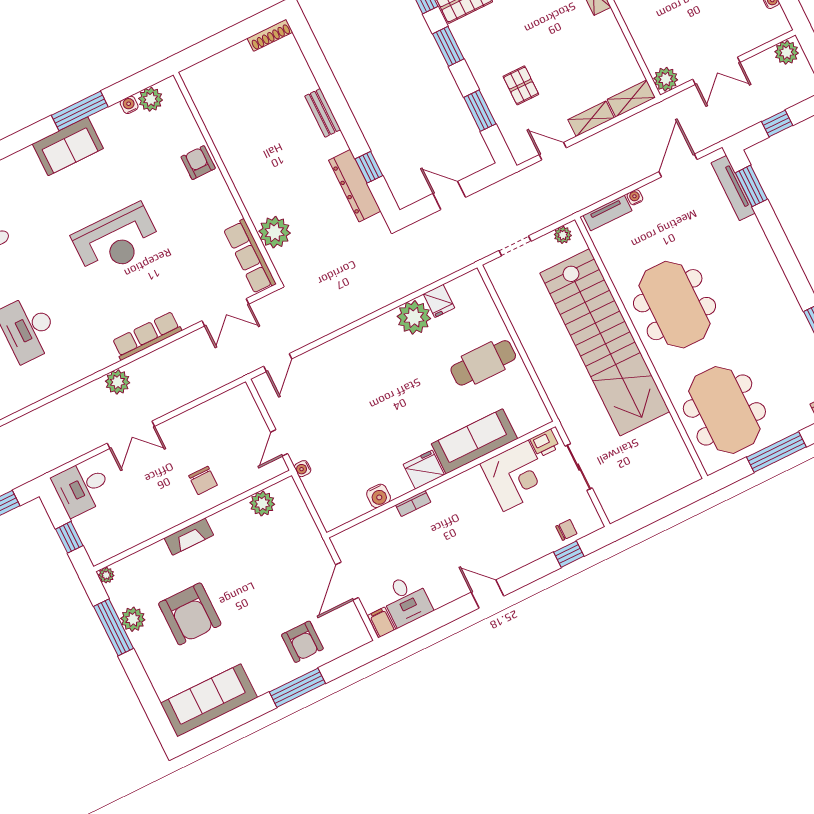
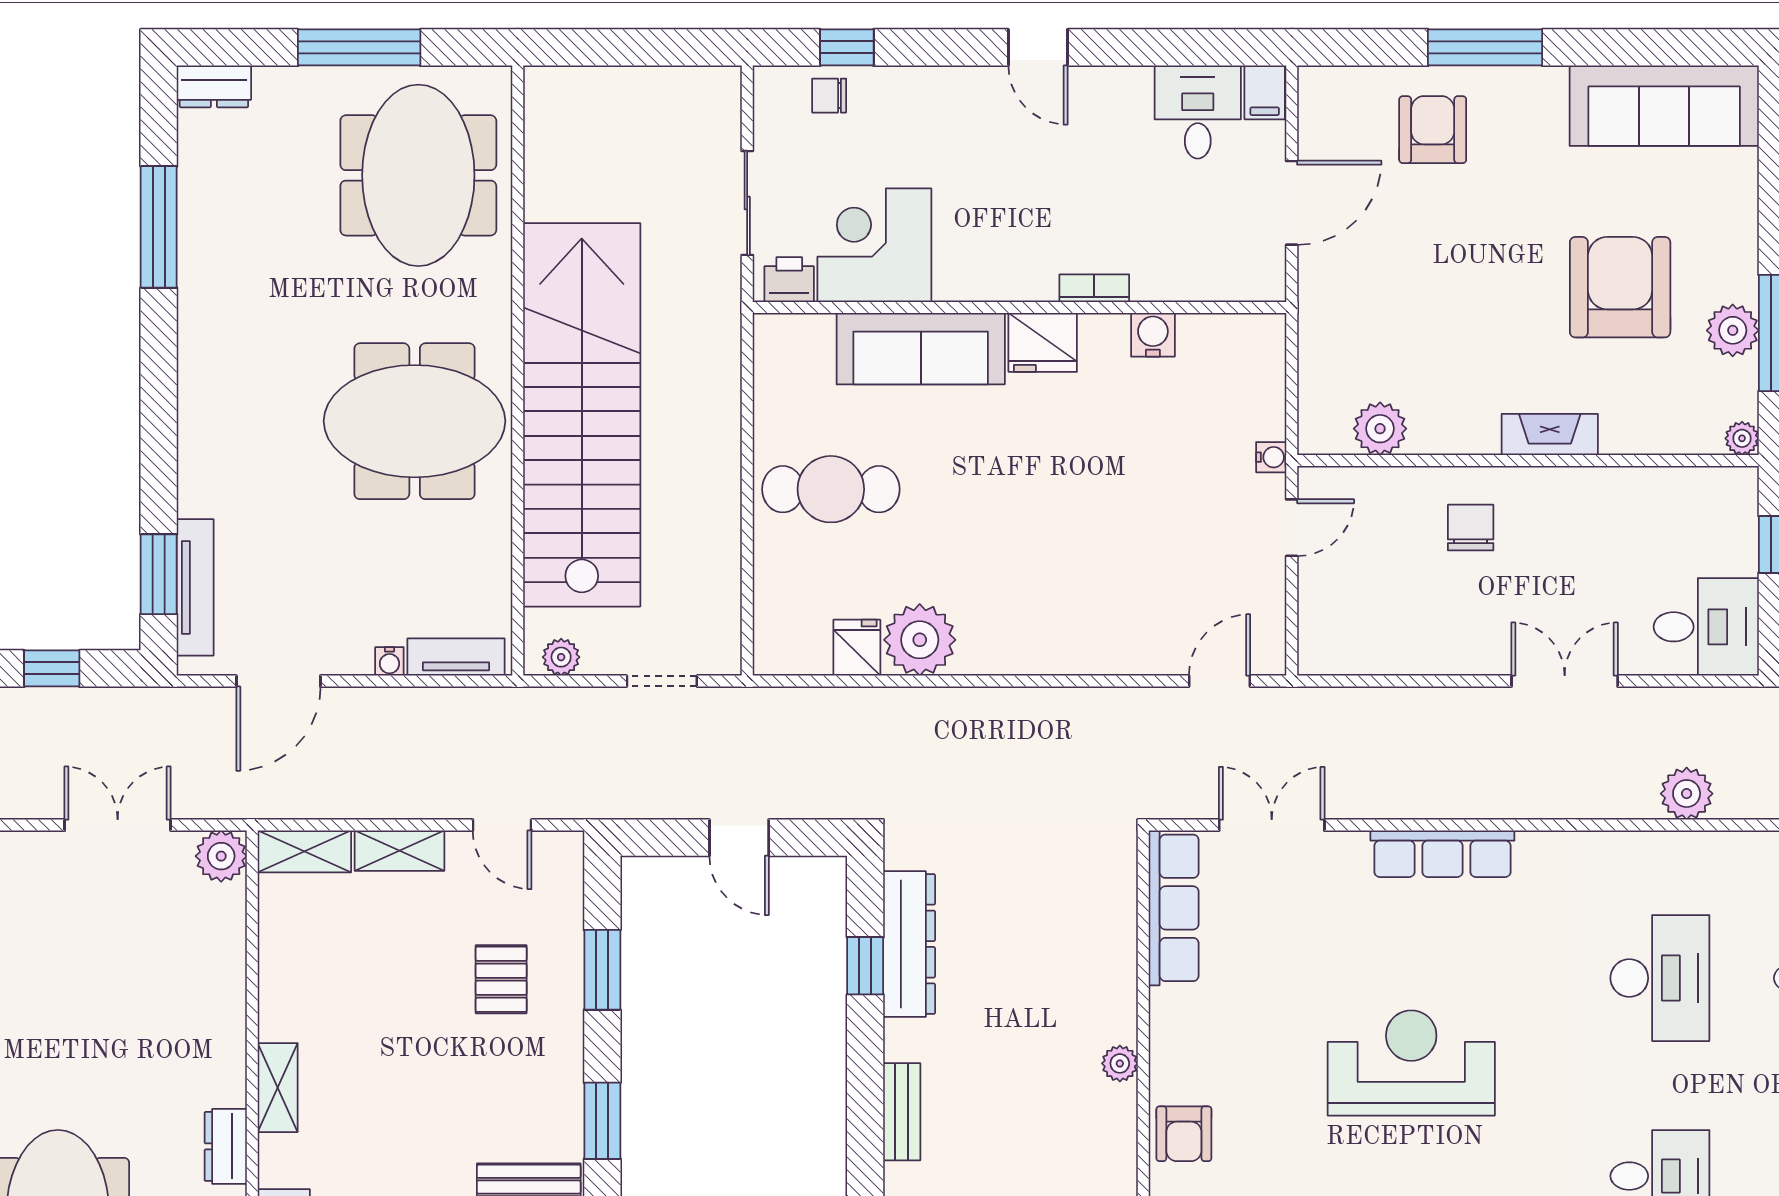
plant: (275, 232) -> (1120, 1063), moved, width x0.53, depth x0.53
meeting table: (675, 305) -> (415, 421), turned 90
plant: (118, 382) -> (1687, 794), moved

